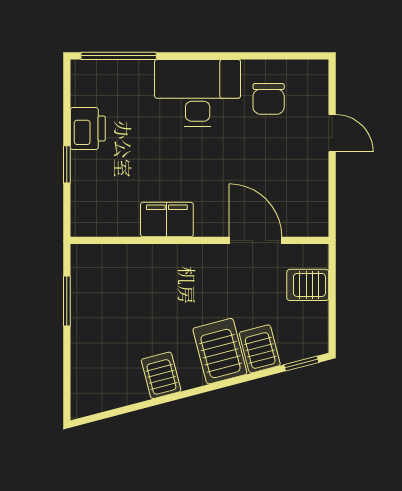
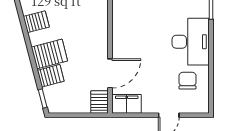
chair: (269, 99) -> (187, 81), turned 90
filing cabinet: (167, 219) -> (127, 104), moved, turned -90
server rack: (308, 285) -> (100, 102), moved

